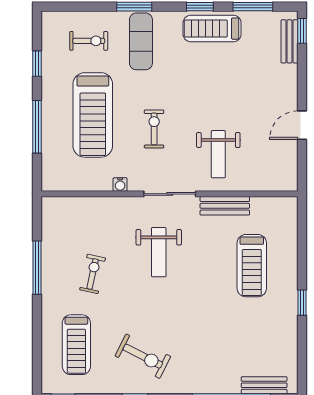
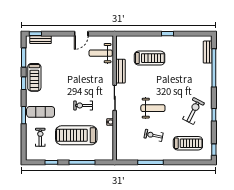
treadmill: (93, 115) -> (76, 135), turned 180
door: (302, 125) -> (81, 34), hinge flipped
weight bench: (218, 154) -> (101, 53), moved, turned 180
weight bench: (159, 252) -> (153, 108), moved

